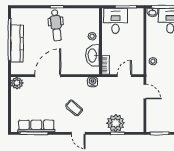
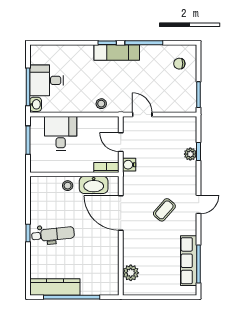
desk: (115, 21) -> (61, 133), moved, turned 90
kitchen counter: (17, 43) -> (55, 287), moved
door: (48, 76) -> (121, 213), moved
water cooler: (93, 82) -> (129, 165), moved
plant: (17, 83) -> (131, 273), moved
door: (145, 92) -> (142, 115), hinge flipped
plant: (116, 123) -> (190, 154), width x0.53, depth x0.53

